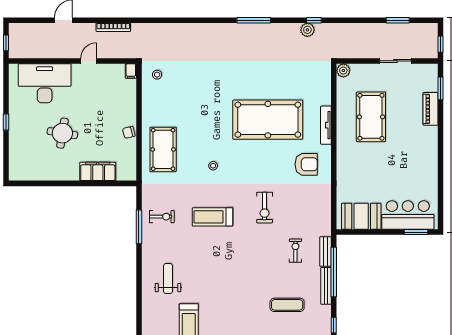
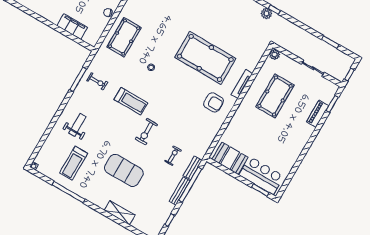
exercise bike: (265, 208) -> (146, 132), moved
treadmill: (213, 217) -> (131, 101), turned 180
exercise mat: (287, 305) -> (124, 170), moved, width x2.00, depth x1.45

